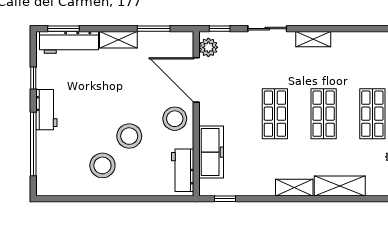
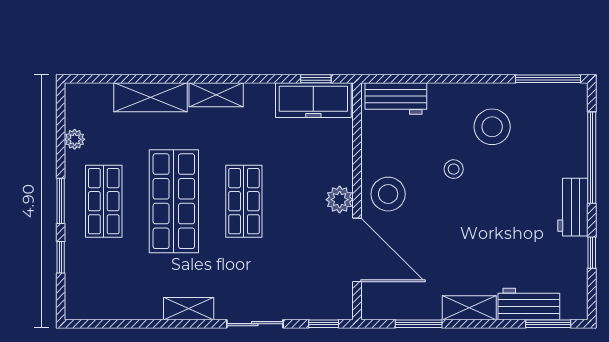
workbench: (69, 42) -> (529, 304), width x0.73
plant: (208, 47) -> (340, 200), moved
shop shelf: (324, 114) -> (174, 201), width x1.43, depth x1.36
stool: (129, 136) -> (454, 169), width x0.53, depth x0.53
freezer: (211, 152) -> (313, 100), moved, turned -90
workbench: (183, 170) -> (396, 98), moved, turned 90
window: (64, 199) -> (548, 79), added

